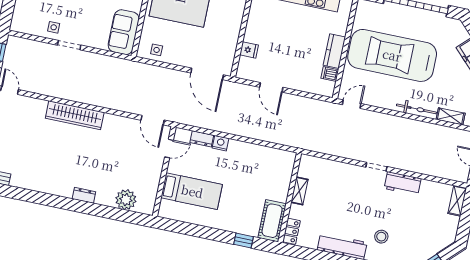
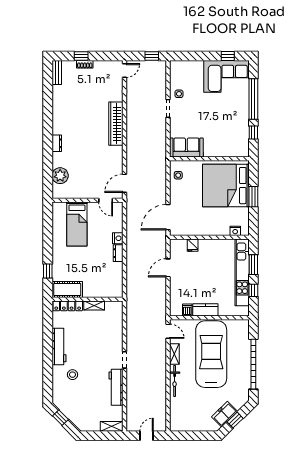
shelving: (451, 116) -> (174, 354), moved
dresser: (202, 139) -> (118, 253), moved
workbench: (403, 183) -> (116, 387), width x1.38
locker: (292, 231) -> (68, 306), width x1.53

